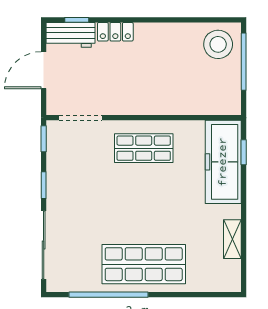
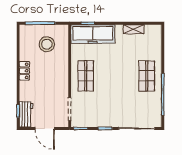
locker: (115, 32) -> (24, 71), moved
stool: (218, 44) -> (47, 44), moved
shop shelf: (144, 264) -> (147, 76), width x0.70, depth x0.74

